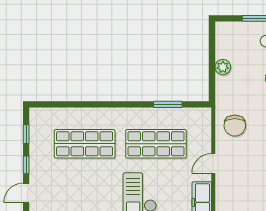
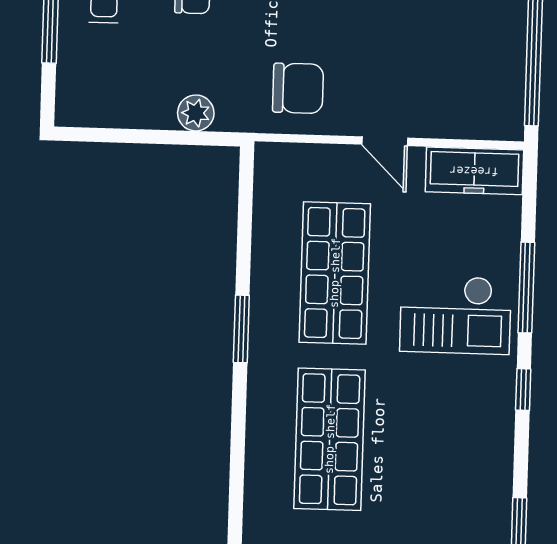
plant: (223, 67) -> (196, 113), moved
window: (168, 104) -> (241, 329), moved

